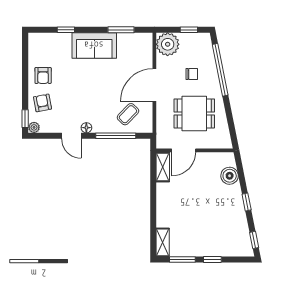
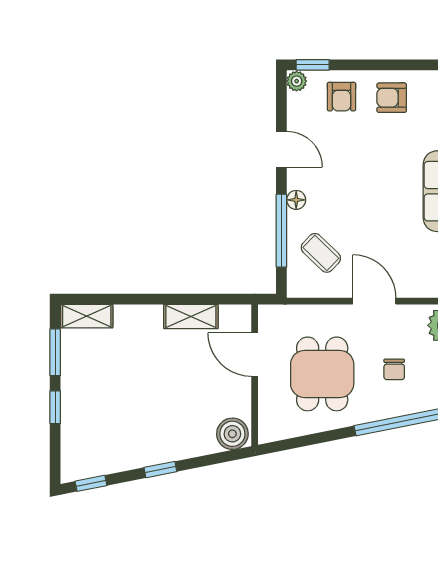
door: (154, 85) -> (374, 301), width x0.73
armchair: (42, 103) -> (341, 97), turned 101
floor lamp: (86, 128) -> (296, 200), moved
door: (71, 136) -> (281, 149), swing flipped
shelving: (163, 167) -> (191, 317), moved
boiler: (230, 176) -> (232, 434), moved

